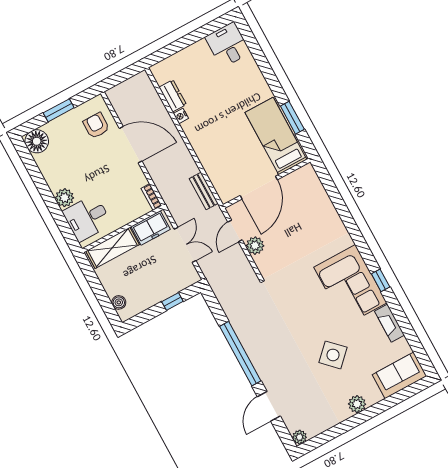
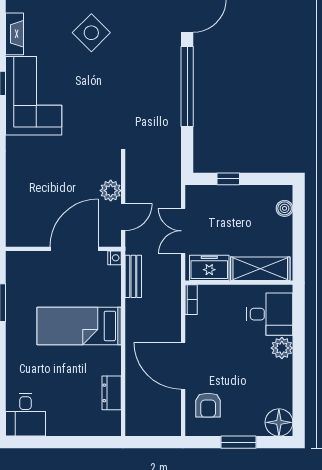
nightstand: (181, 116) -> (115, 258), moved
bed: (276, 136) -> (79, 326), moved, turned 90

